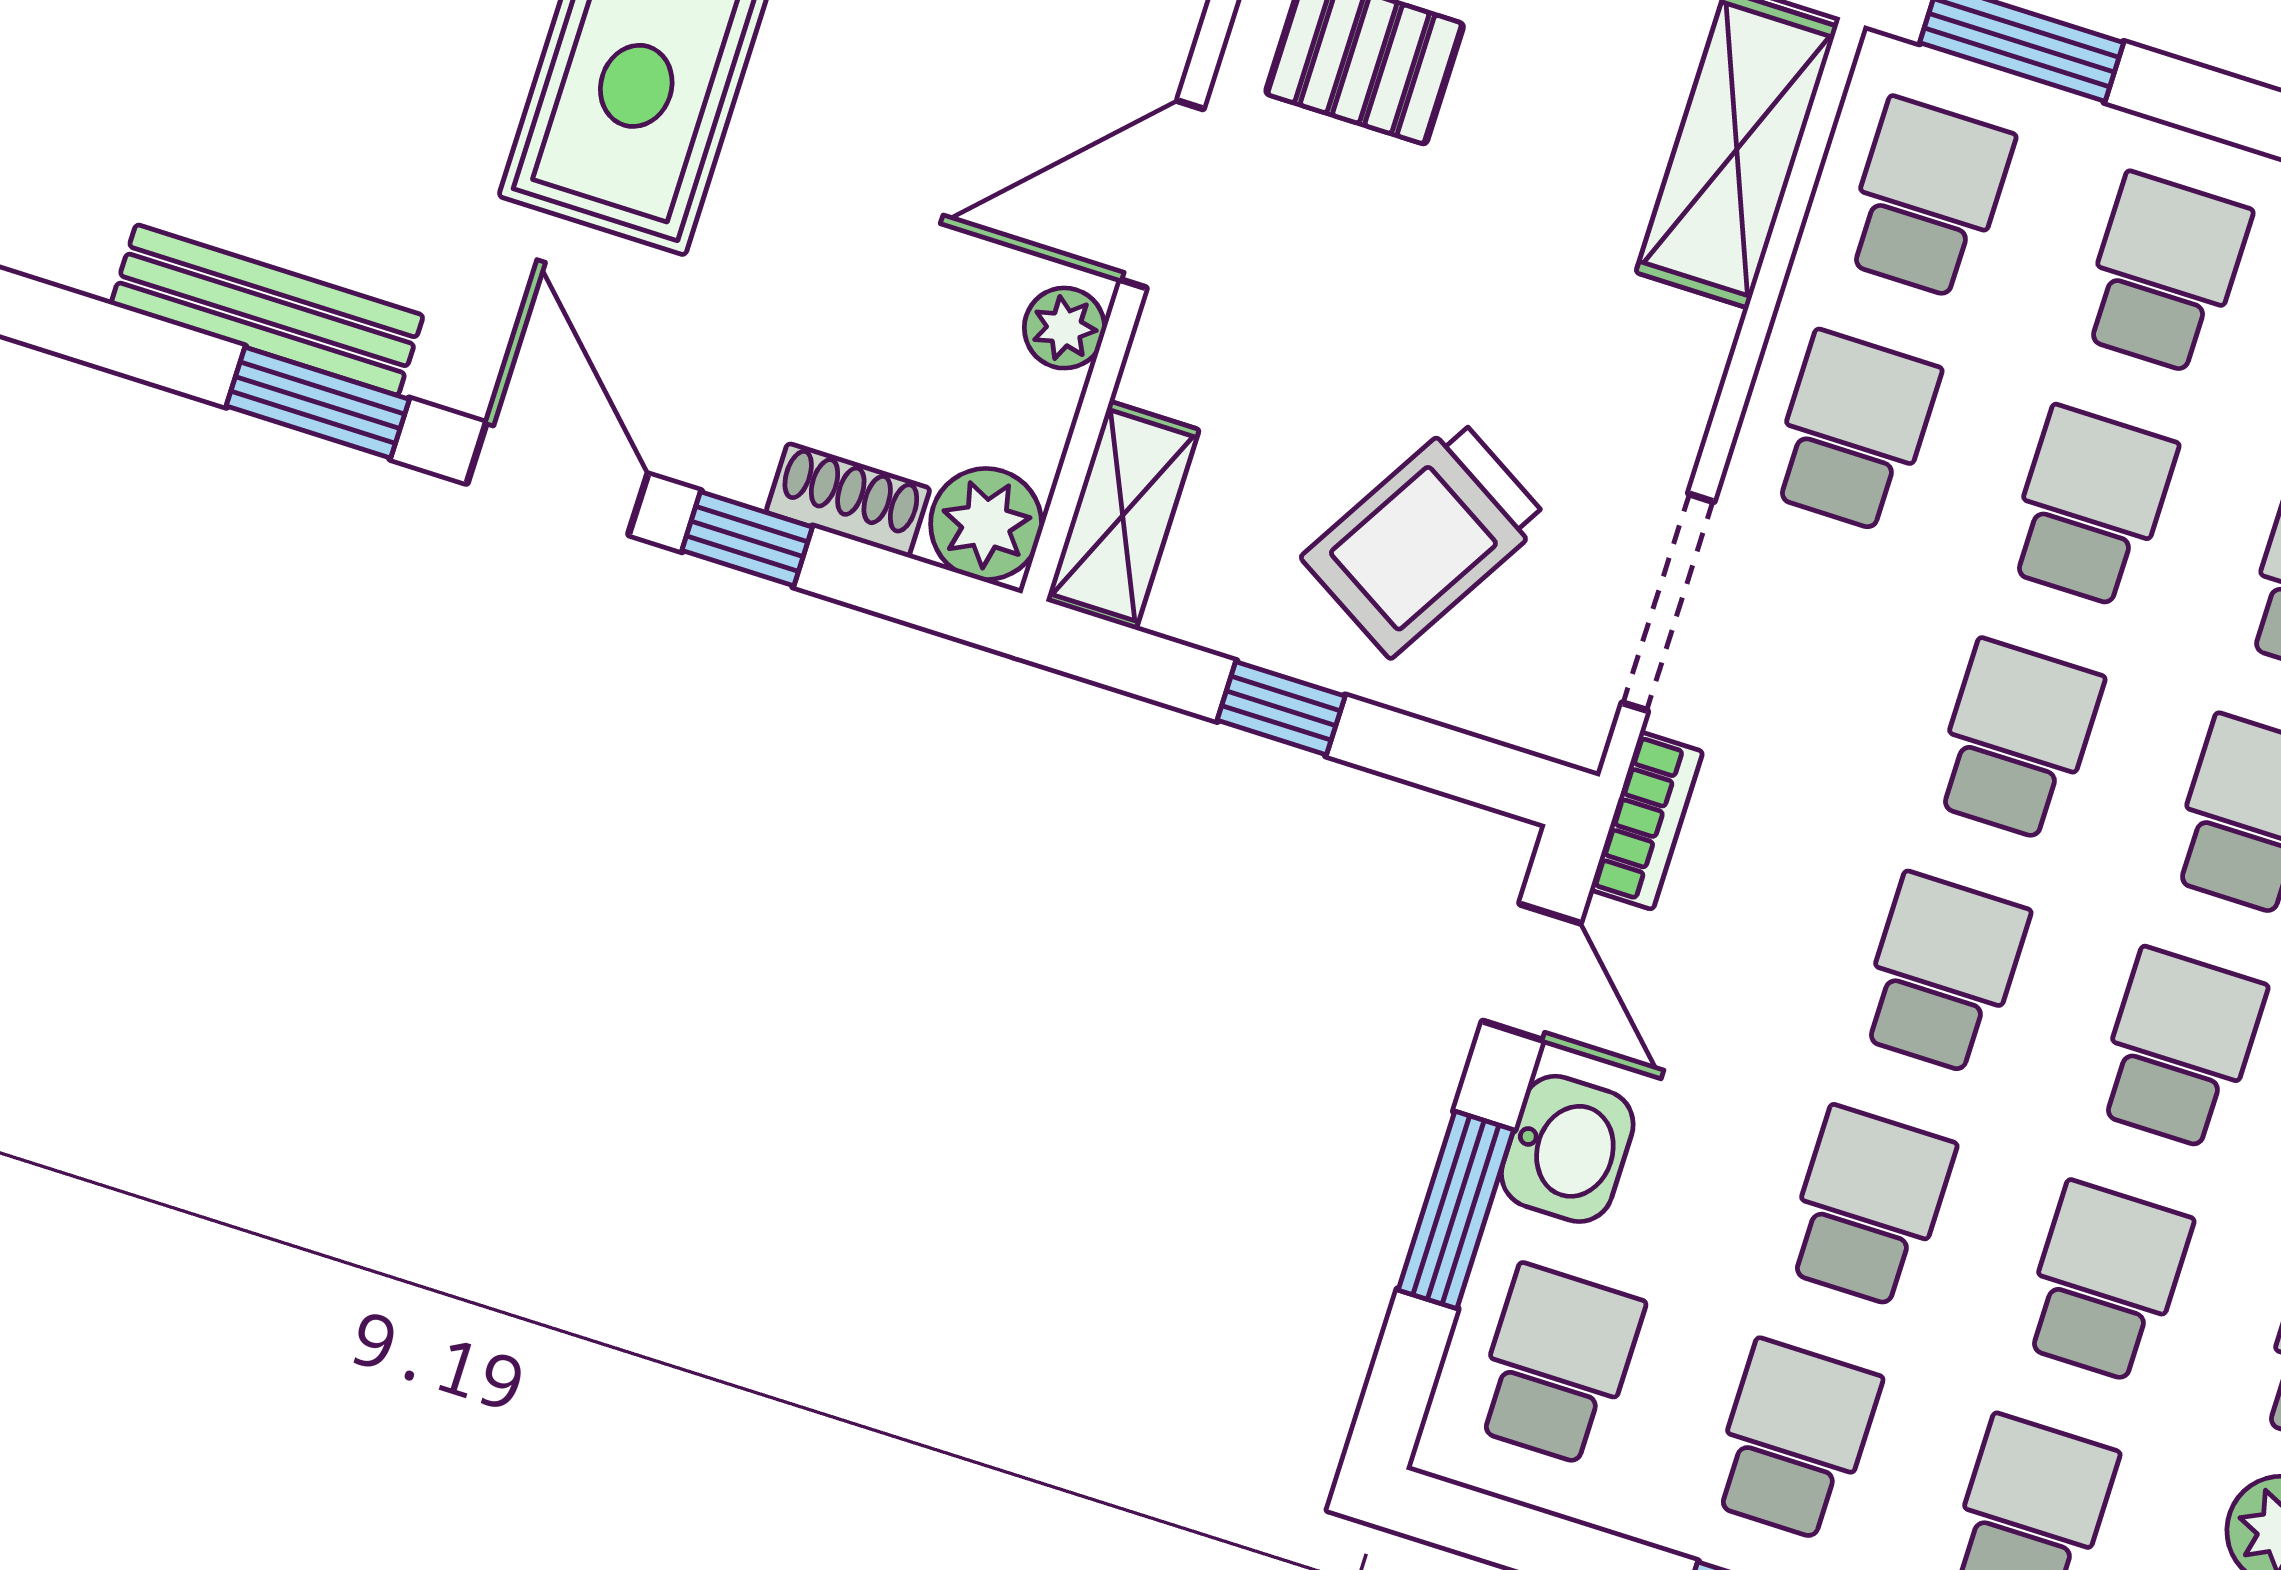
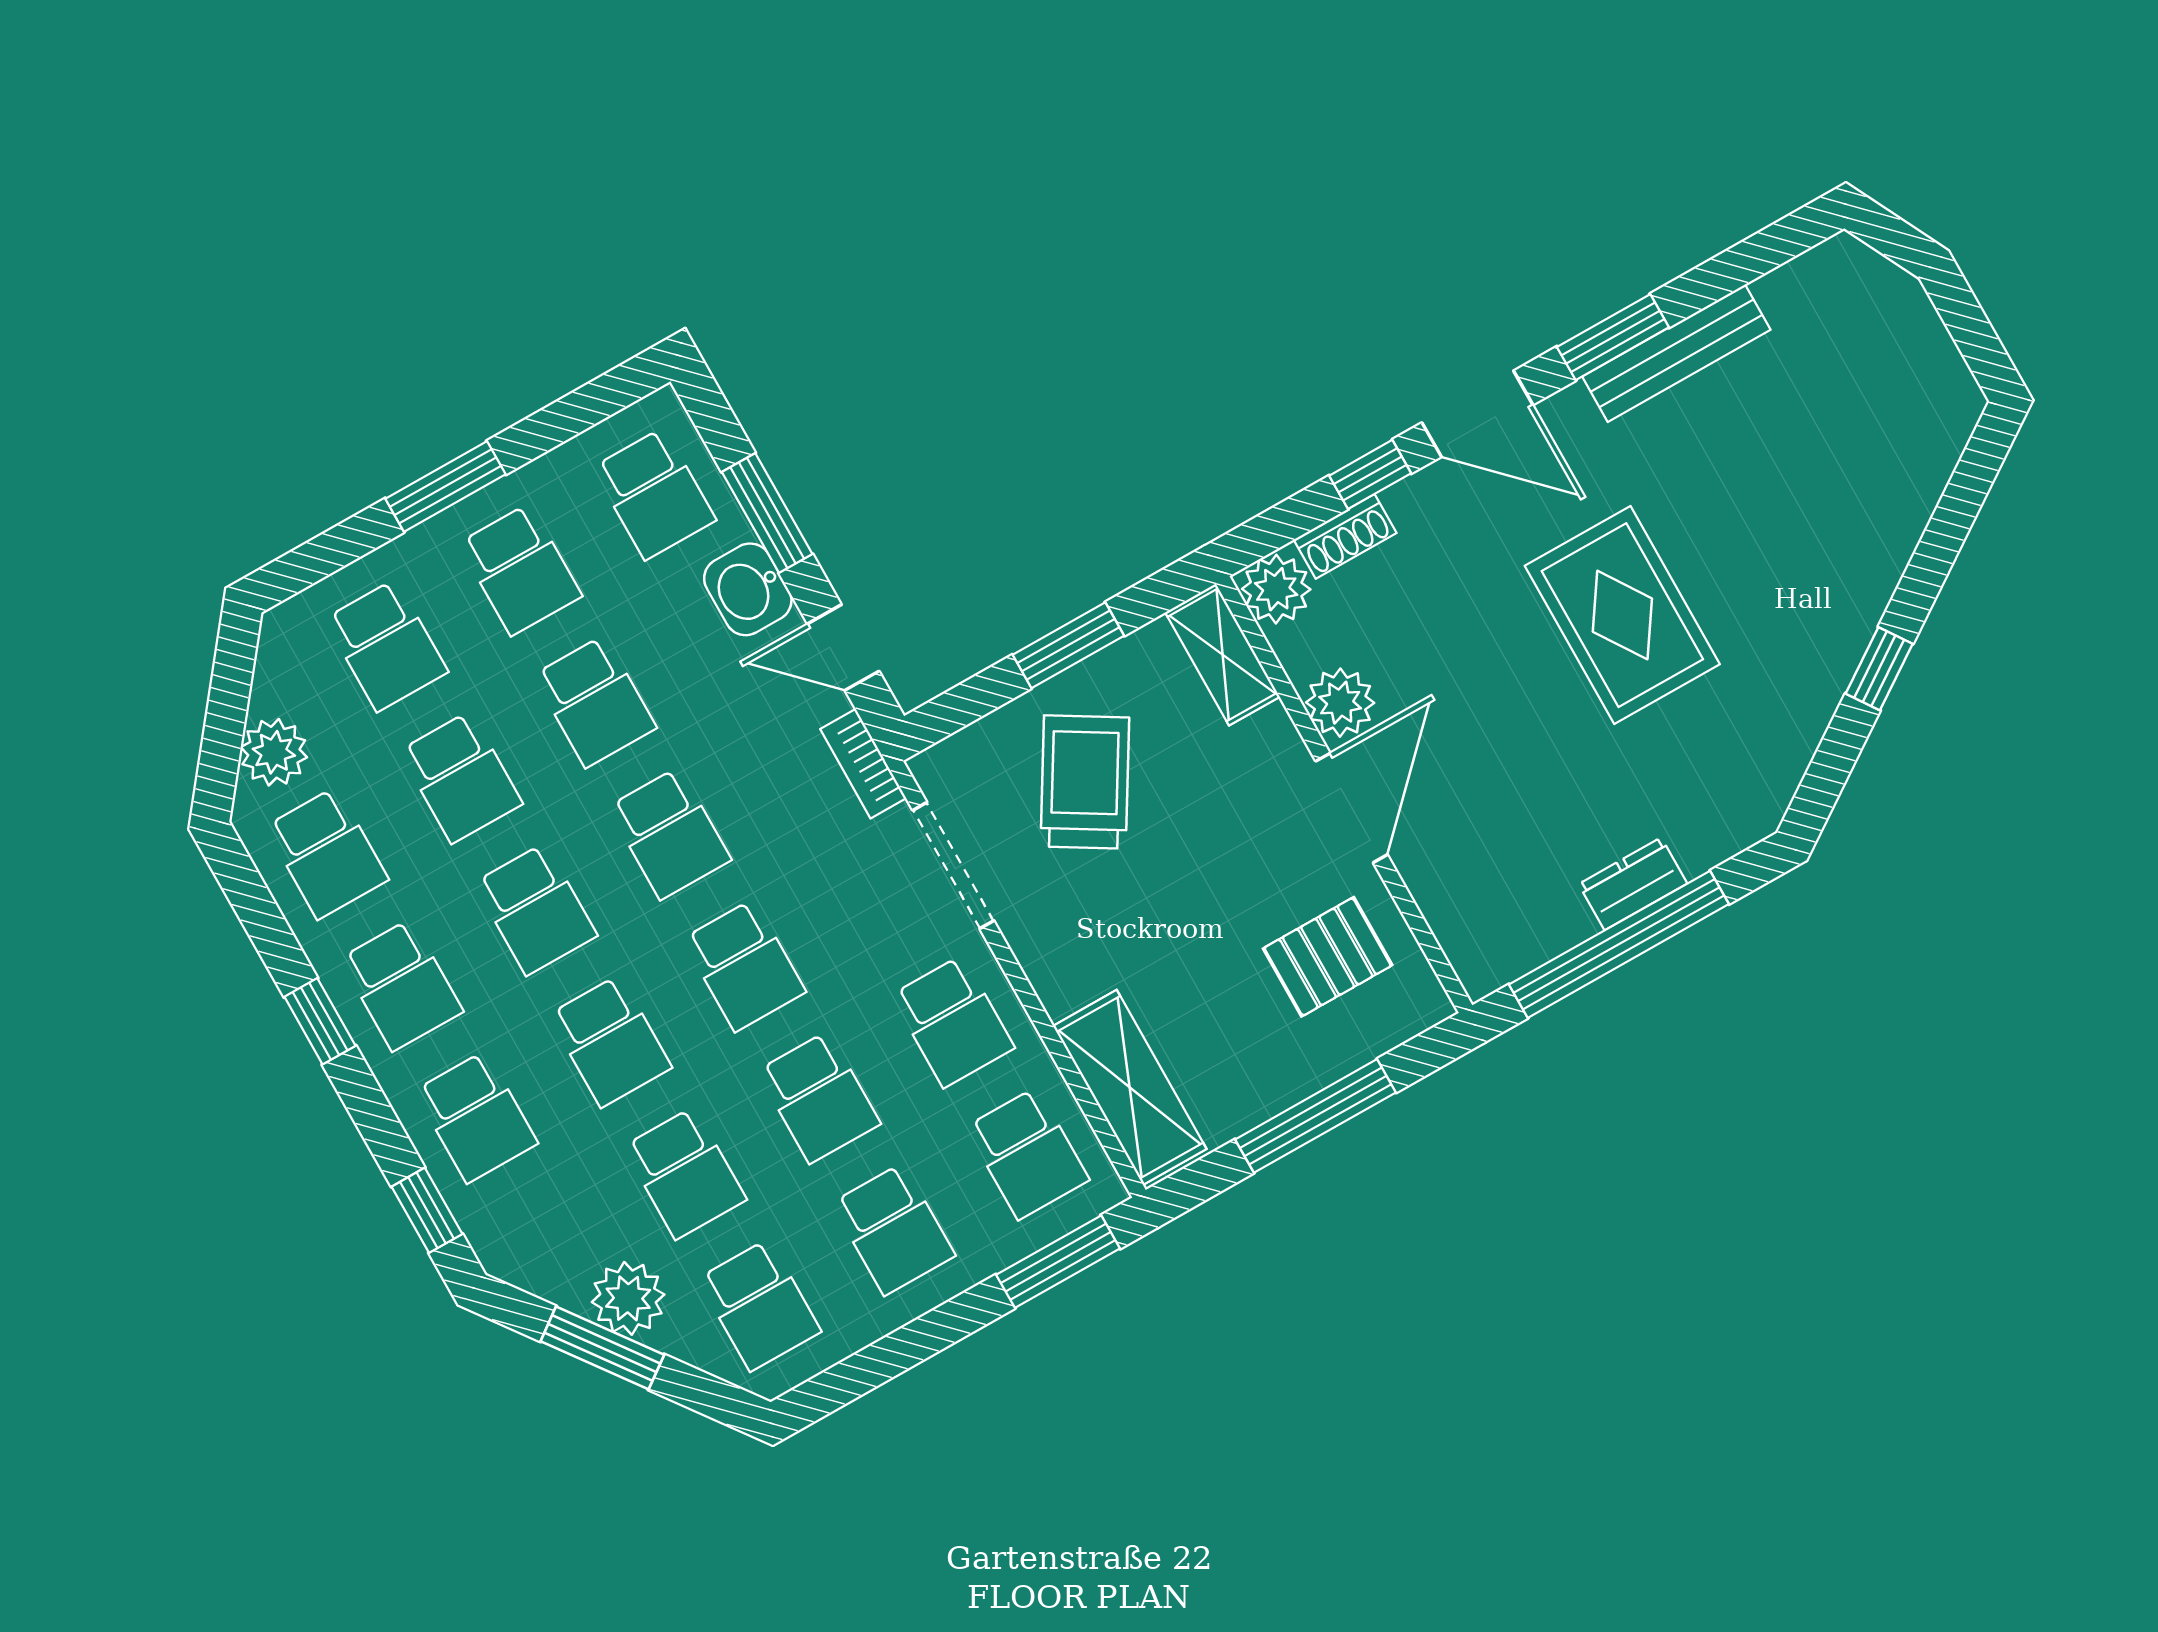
plant: (1064, 328) -> (1340, 703), width x1.38, depth x1.38
window: (1281, 708) -> (1068, 645), width x1.50

